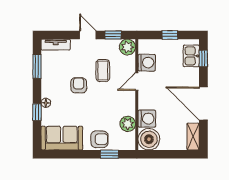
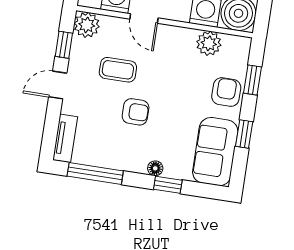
window: (37, 66) -> (95, 173), width x1.44
armchair: (79, 85) -> (136, 112), turned 180
window: (75, 154) -> (244, 134), added

